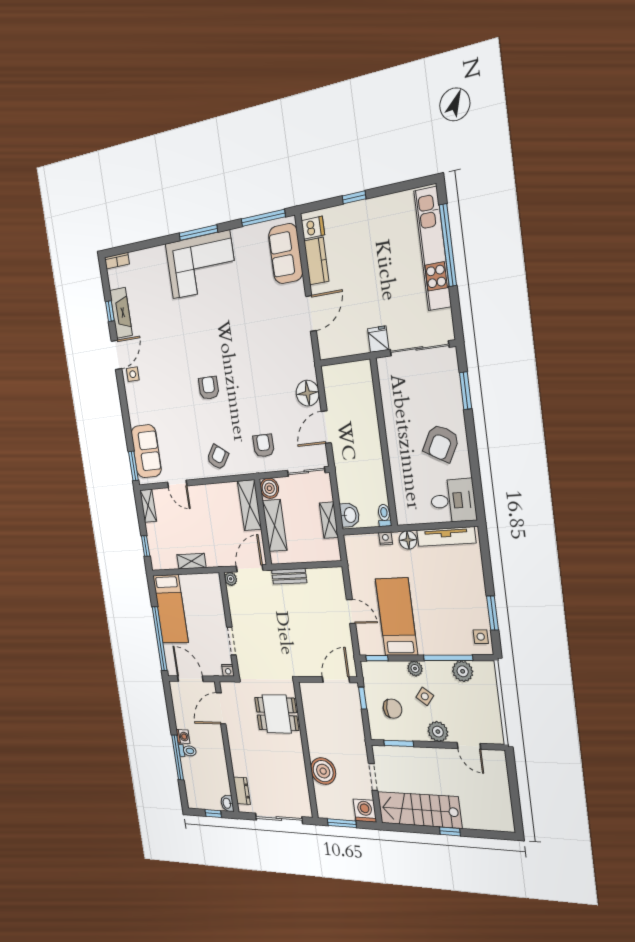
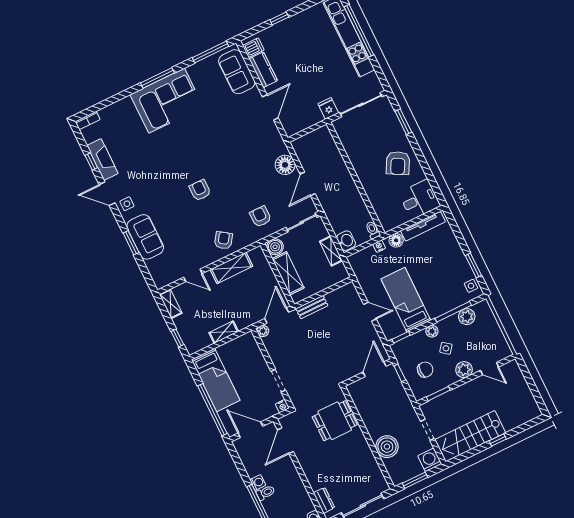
door: (117, 355) -> (107, 194), swing flipped
sofa: (146, 451) -> (145, 237), moved
window: (133, 466) -> (131, 243), moved
shelving: (250, 505) -> (231, 268), moved, turned 90

